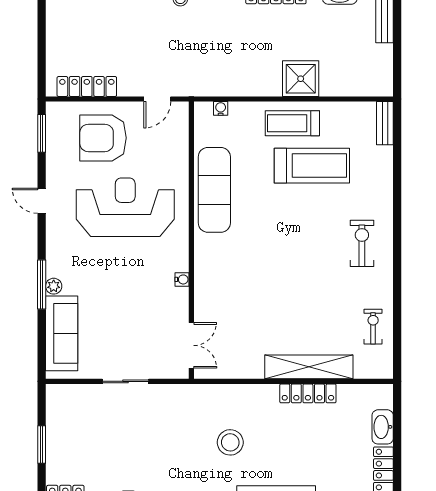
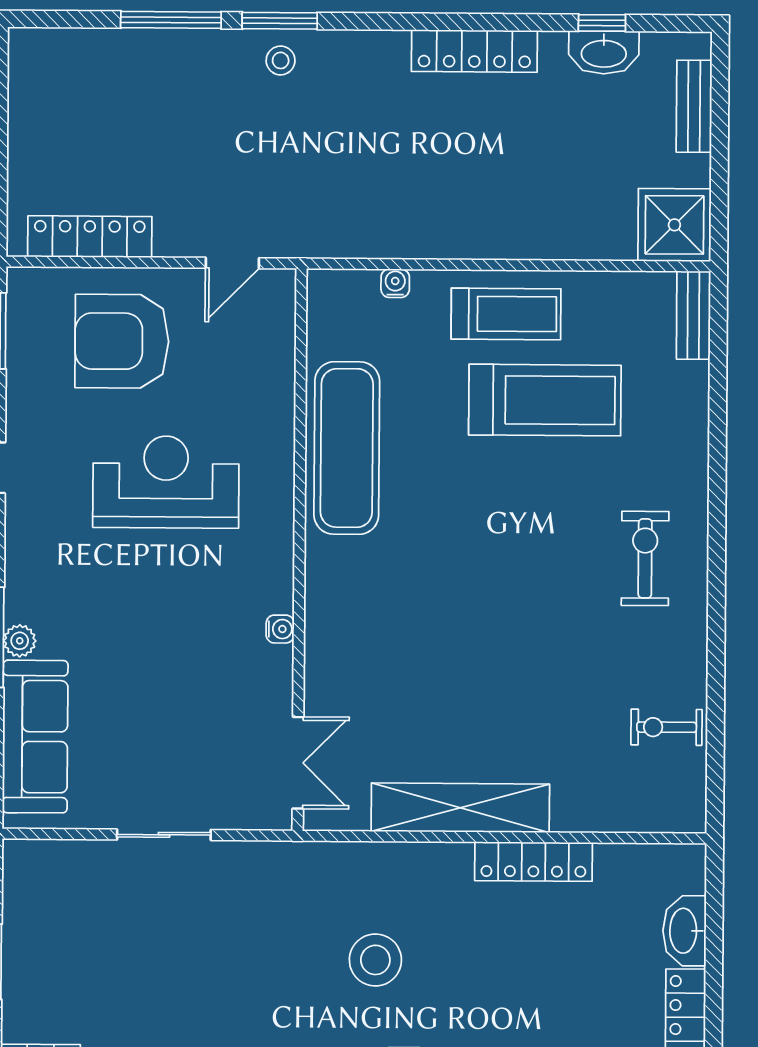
shower: (301, 79) -> (674, 225), moved
water cooler: (221, 108) -> (395, 283), moved
treadmill: (292, 123) -> (506, 314), turned 180
reception desk: (125, 207) -> (166, 482), width x0.74, depth x0.77
exercise bike: (373, 327) -> (667, 727), turned -90
shelving: (309, 367) -> (460, 808), moved

